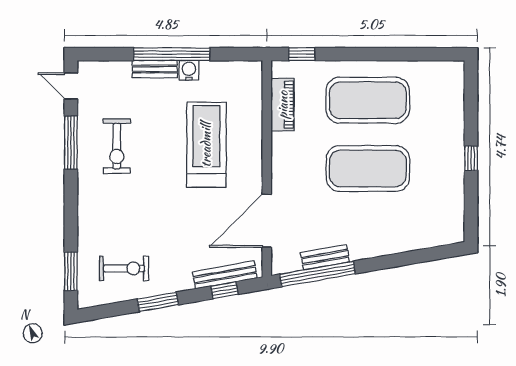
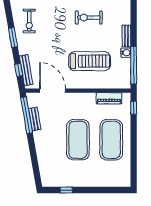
window: (172, 54) -> (134, 65), moved
window: (471, 158) -> (66, 190), moved

